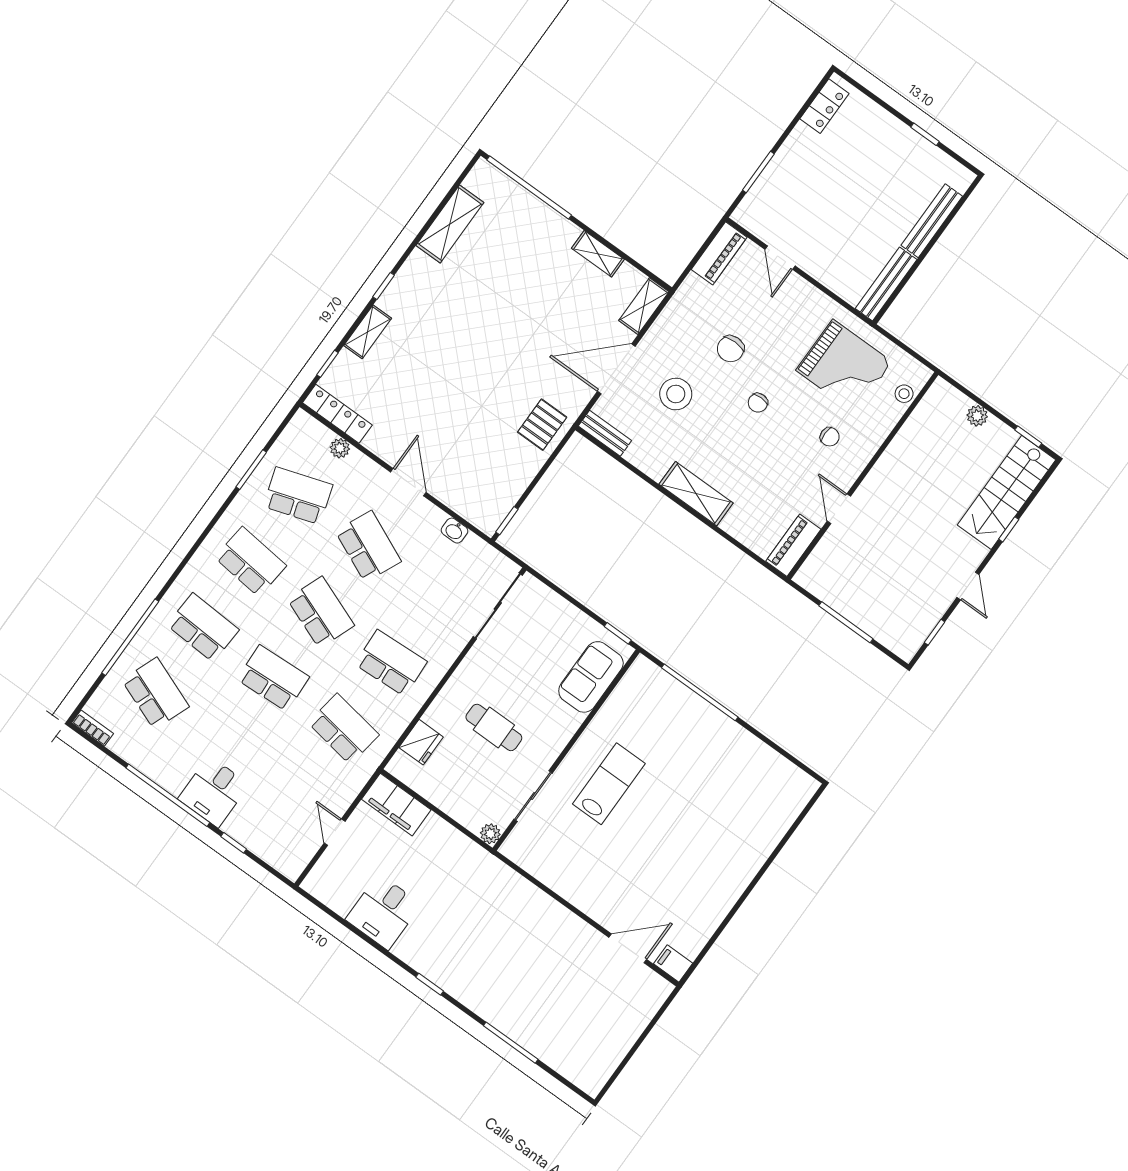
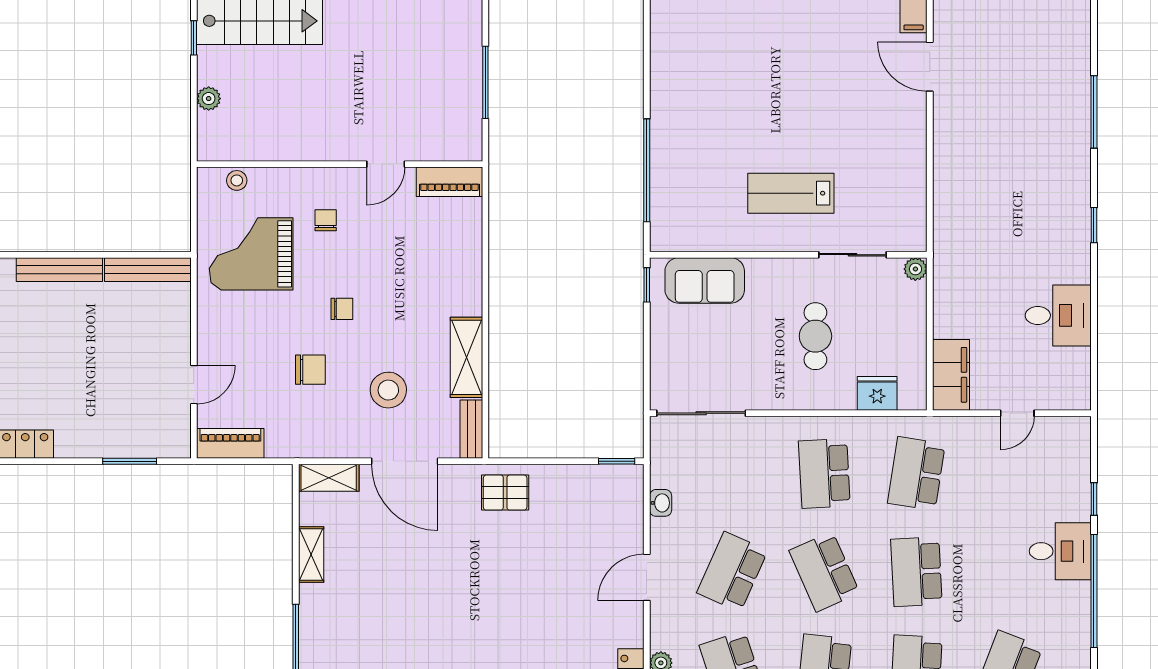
grand piano: (844, 366) -> (251, 254), turned -90
shelving: (696, 494) -> (466, 357), moved
school desk: (321, 612) -> (824, 572), turned -45

